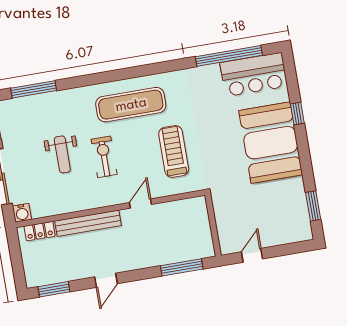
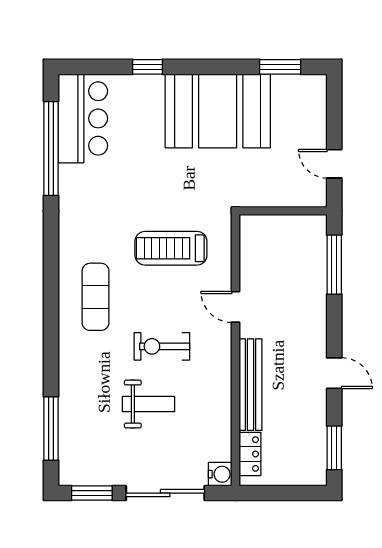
exercise mat: (131, 105) -> (96, 297), width x0.73, depth x0.69
booth: (271, 143) -> (218, 111), moved

